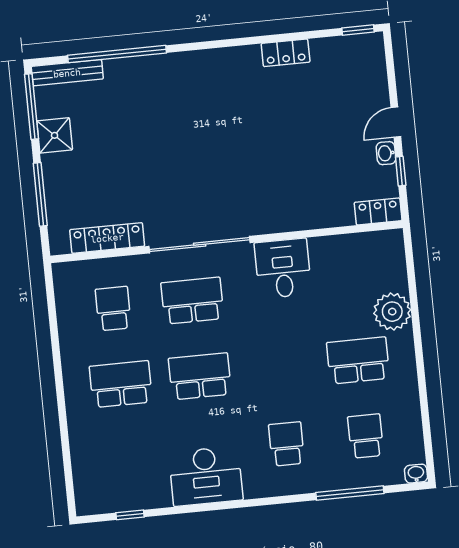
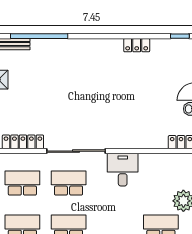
school desk: (113, 309) -> (22, 183), width x1.85

